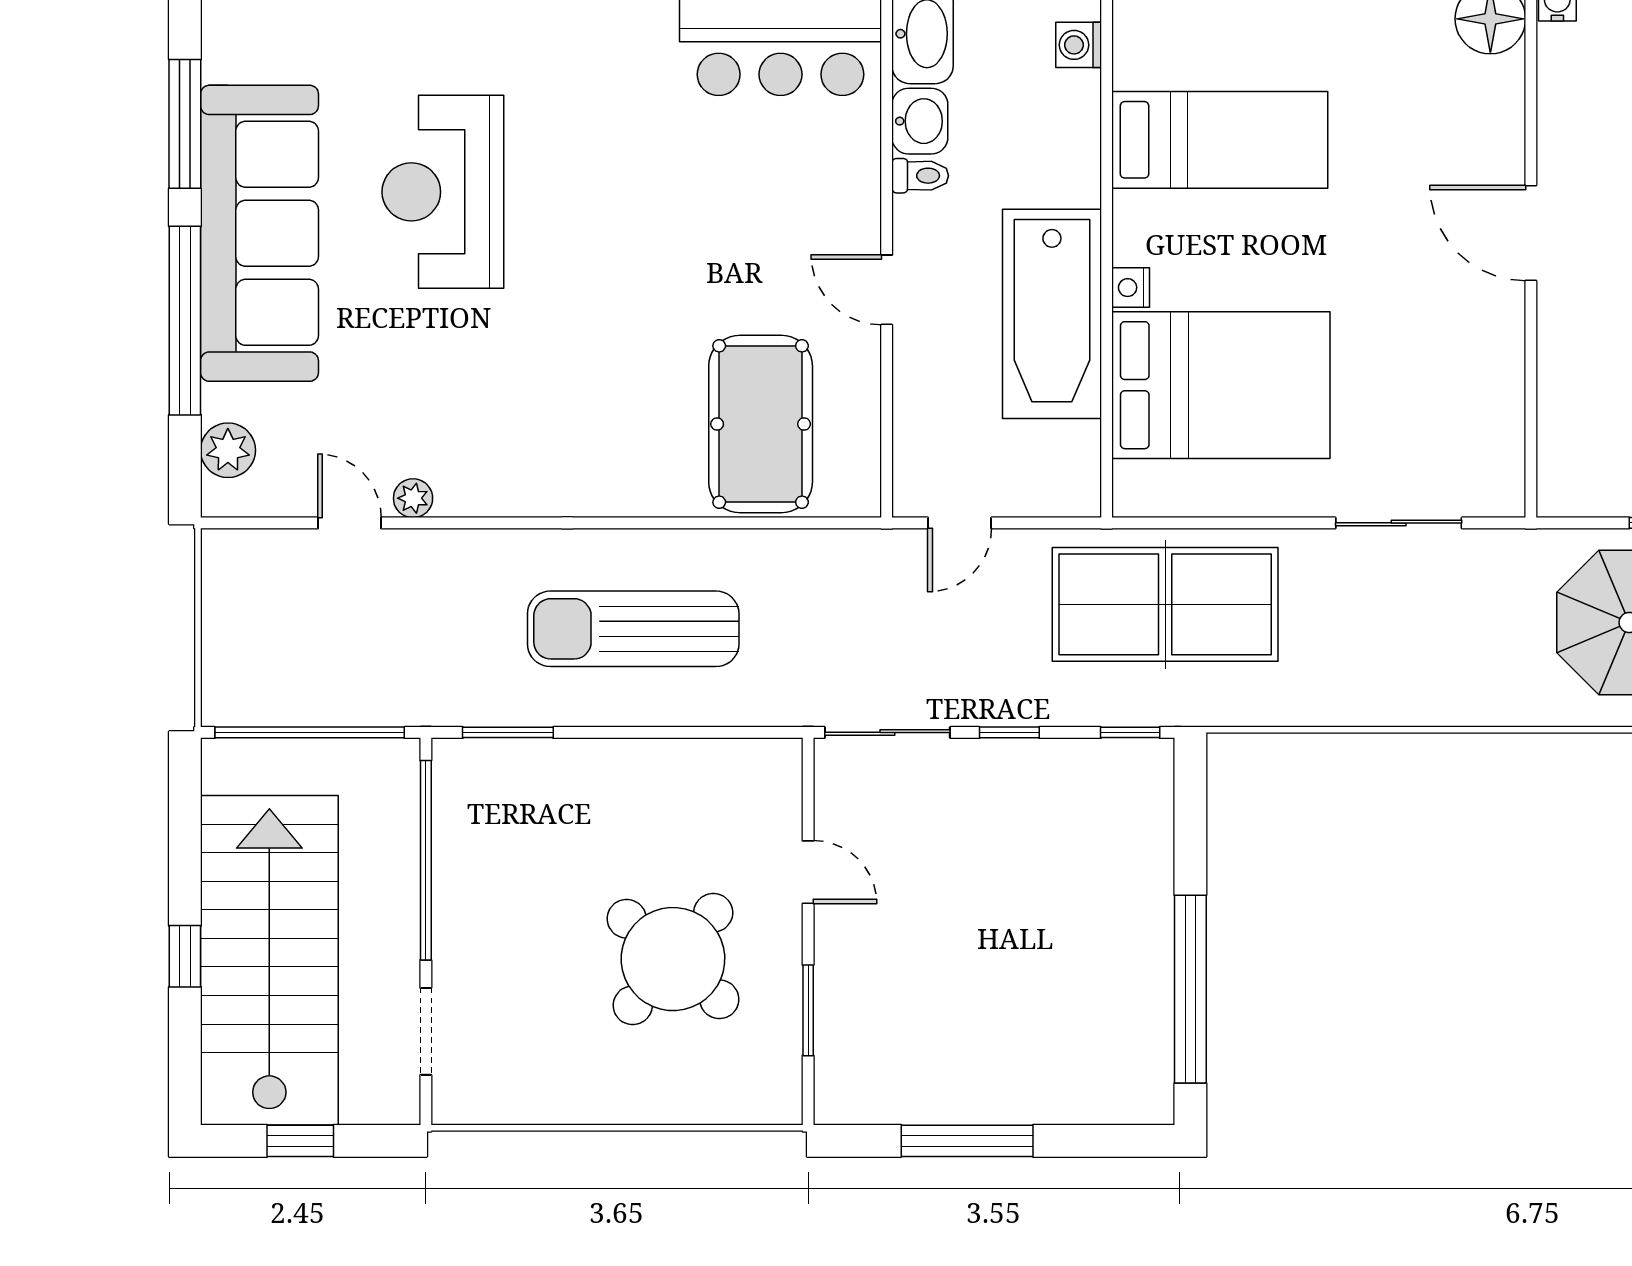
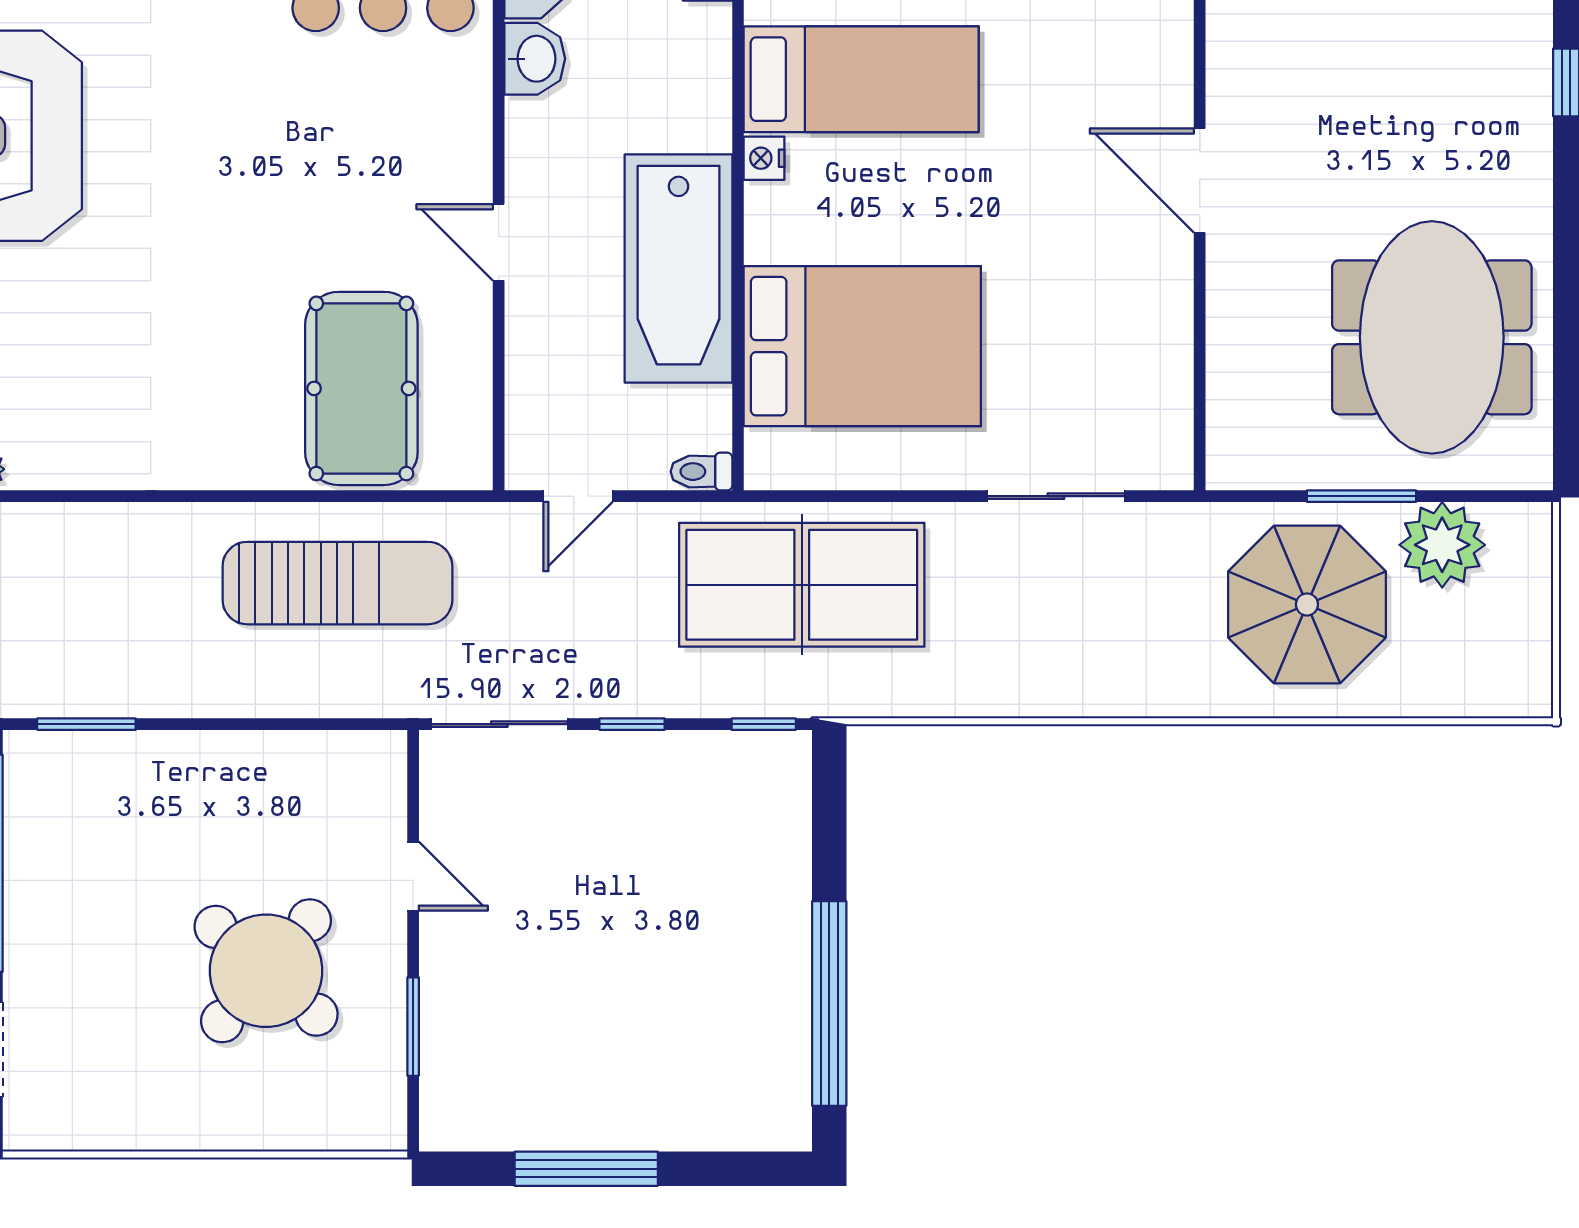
toilet: (920, 176) -> (702, 472), moved, turned 180
nightstand: (1131, 288) -> (764, 158), moved
sun lounger: (633, 629) -> (337, 583), moved, turned 180

